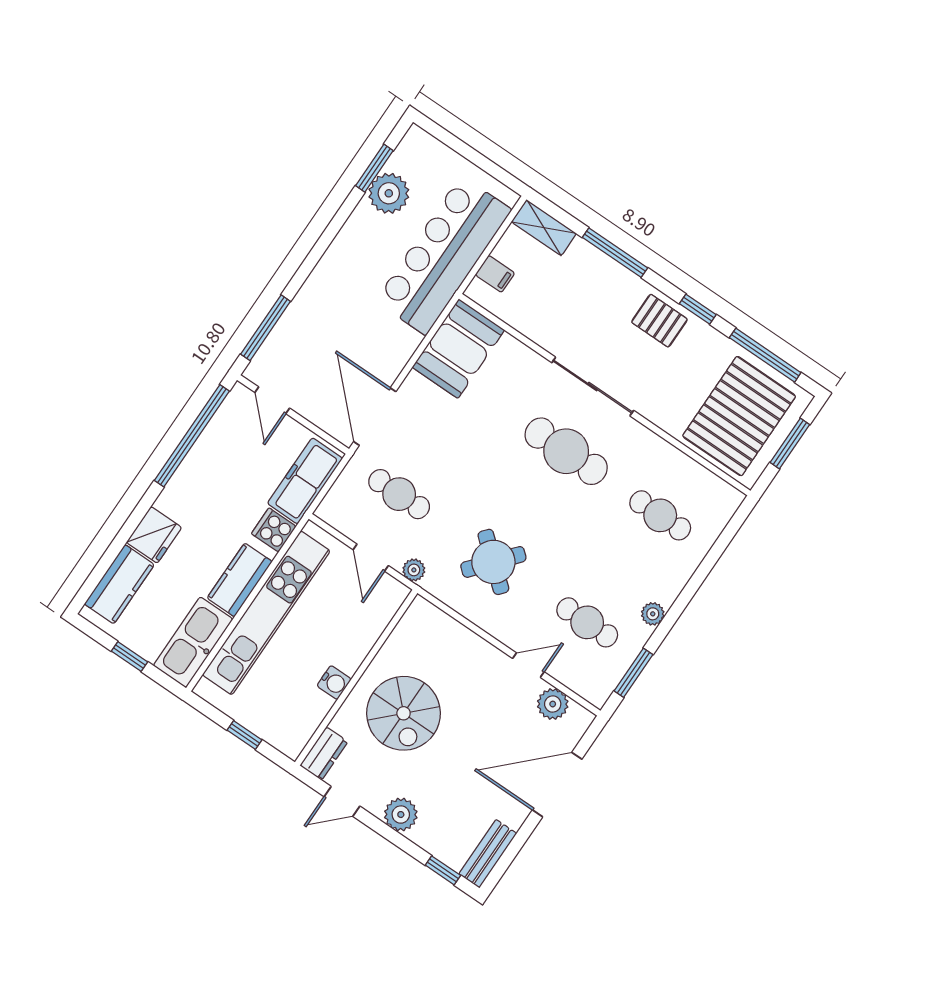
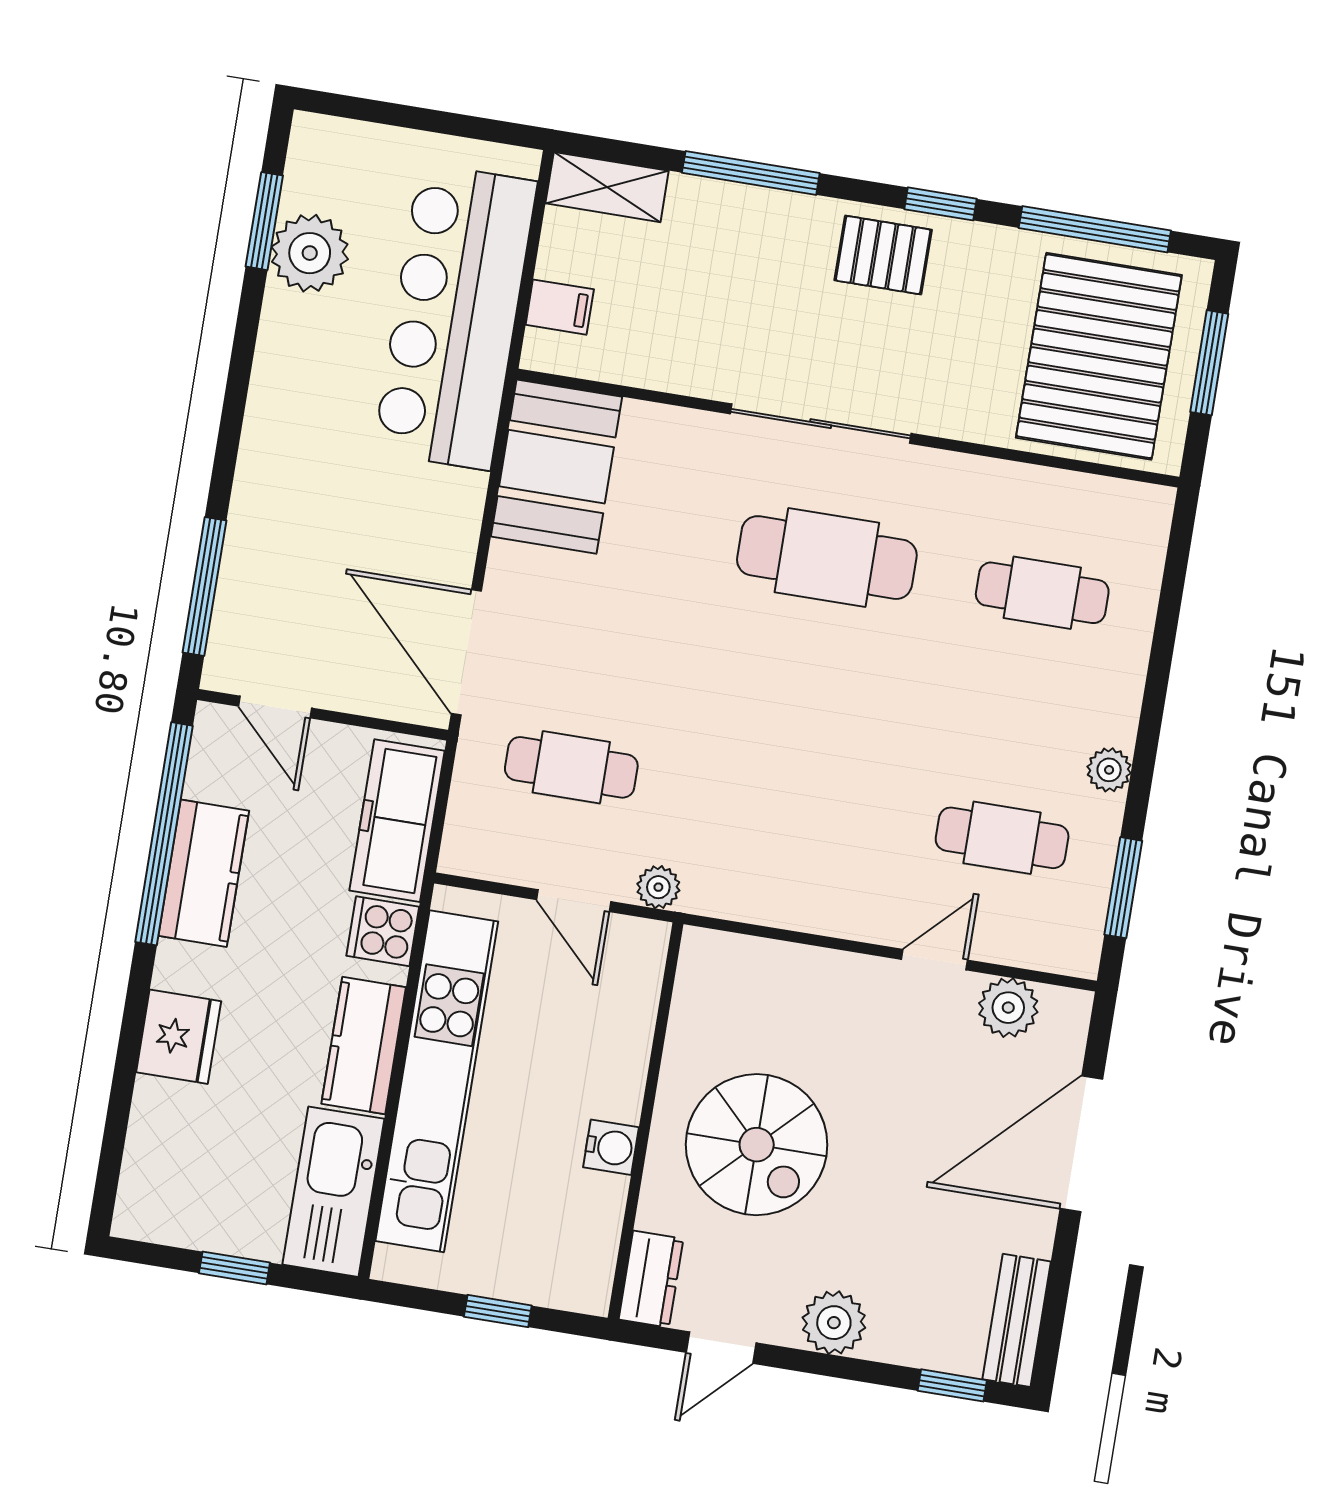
round table: (493, 562) -> (790, 809), removed
kitchen counter: (119, 584) -> (204, 873), moved

